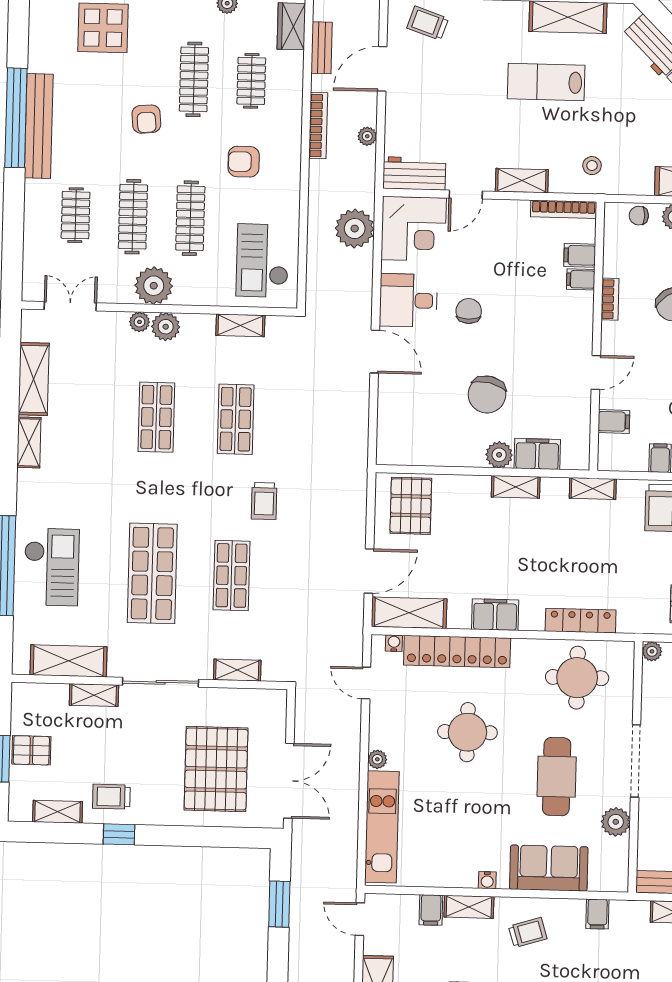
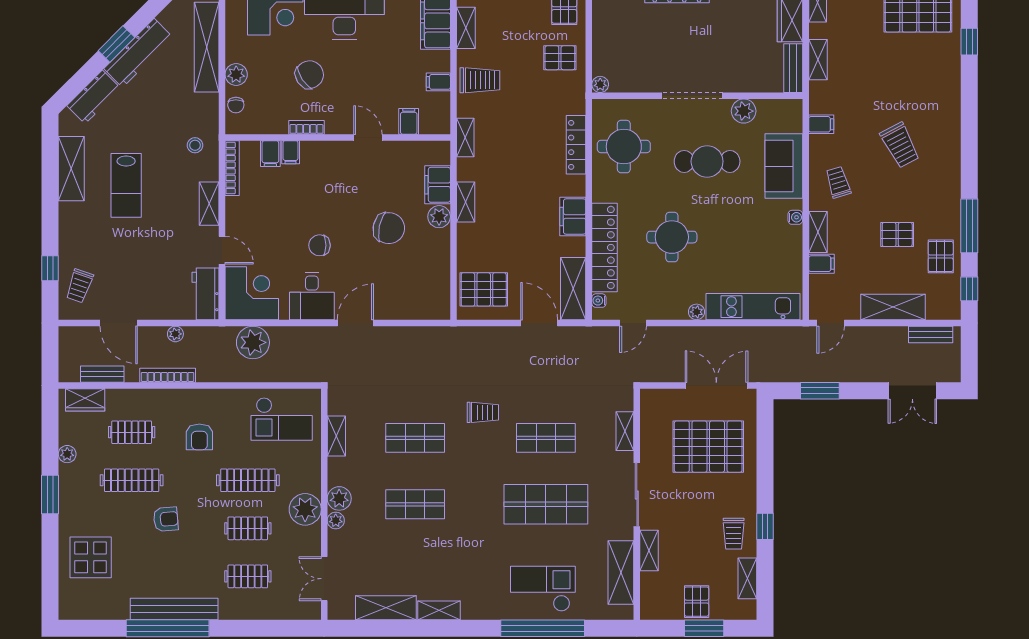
clothes rail: (133, 217) -> (248, 528), width x0.73

